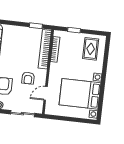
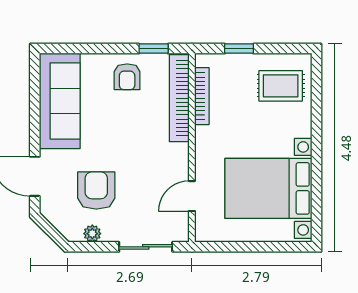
rug: (91, 49) -> (281, 86), turned 90
armchair: (28, 78) -> (127, 77), moved

